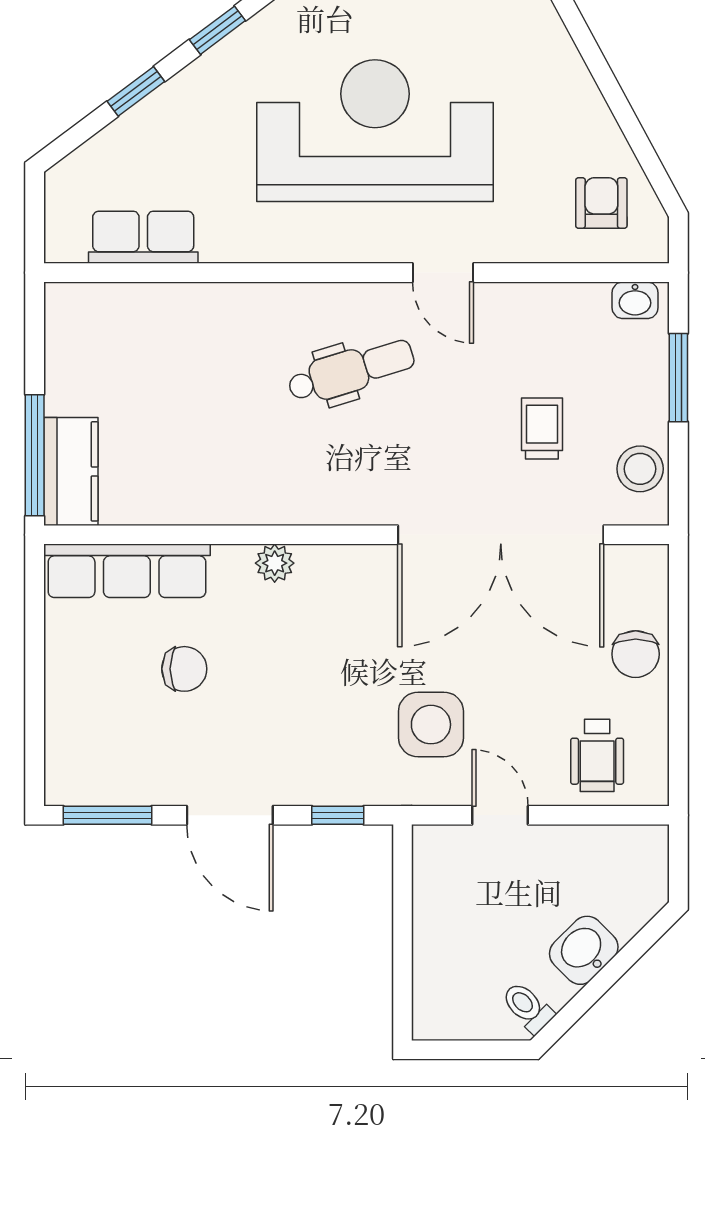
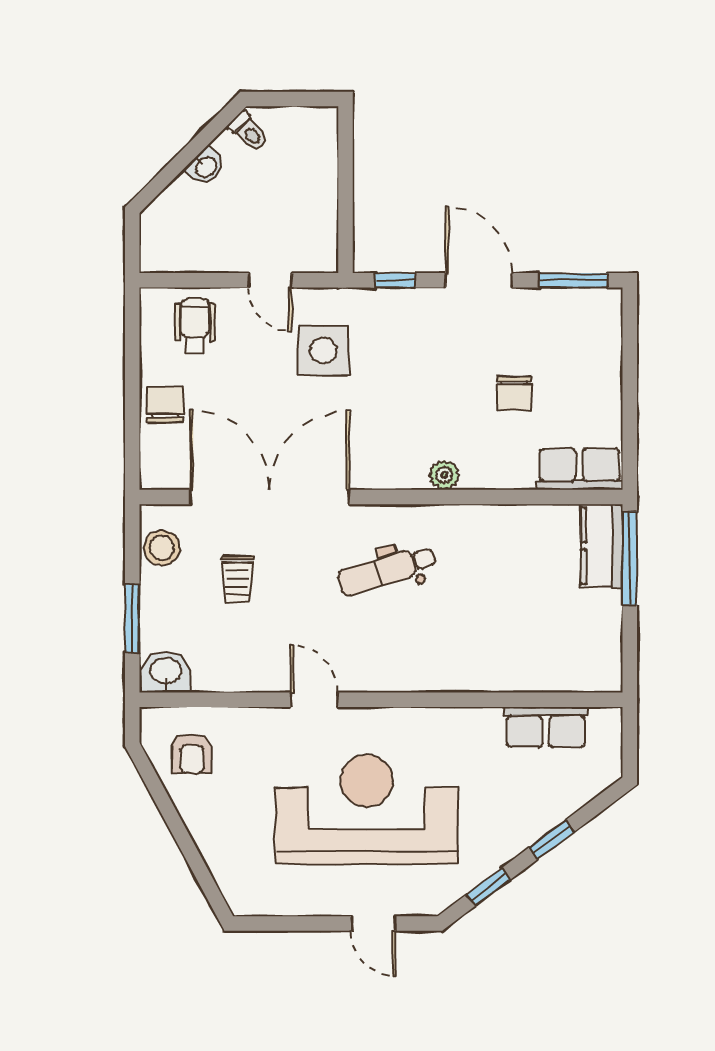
reception desk: (375, 131) -> (367, 809), turned 180
washbasin: (635, 300) -> (166, 672), width x1.38, depth x1.45
dental chair: (351, 371) -> (387, 570), moved
row of seats: (127, 571) -> (579, 469), width x0.68
chair: (184, 669) -> (514, 393), turned -90
washbasin: (584, 950) -> (206, 167), width x0.72, depth x0.69

